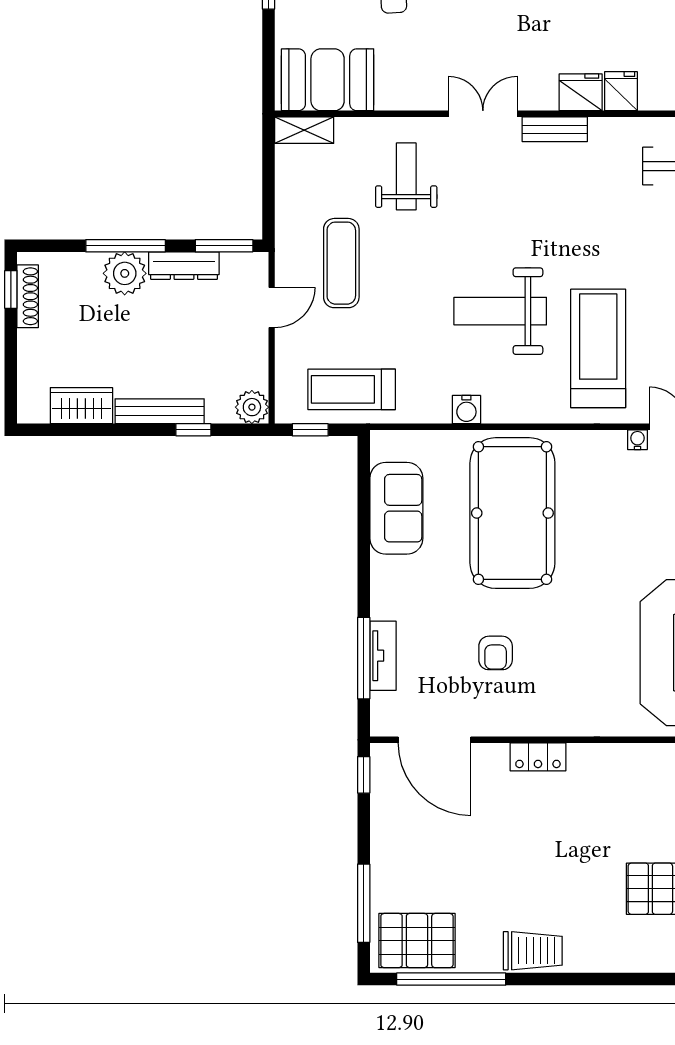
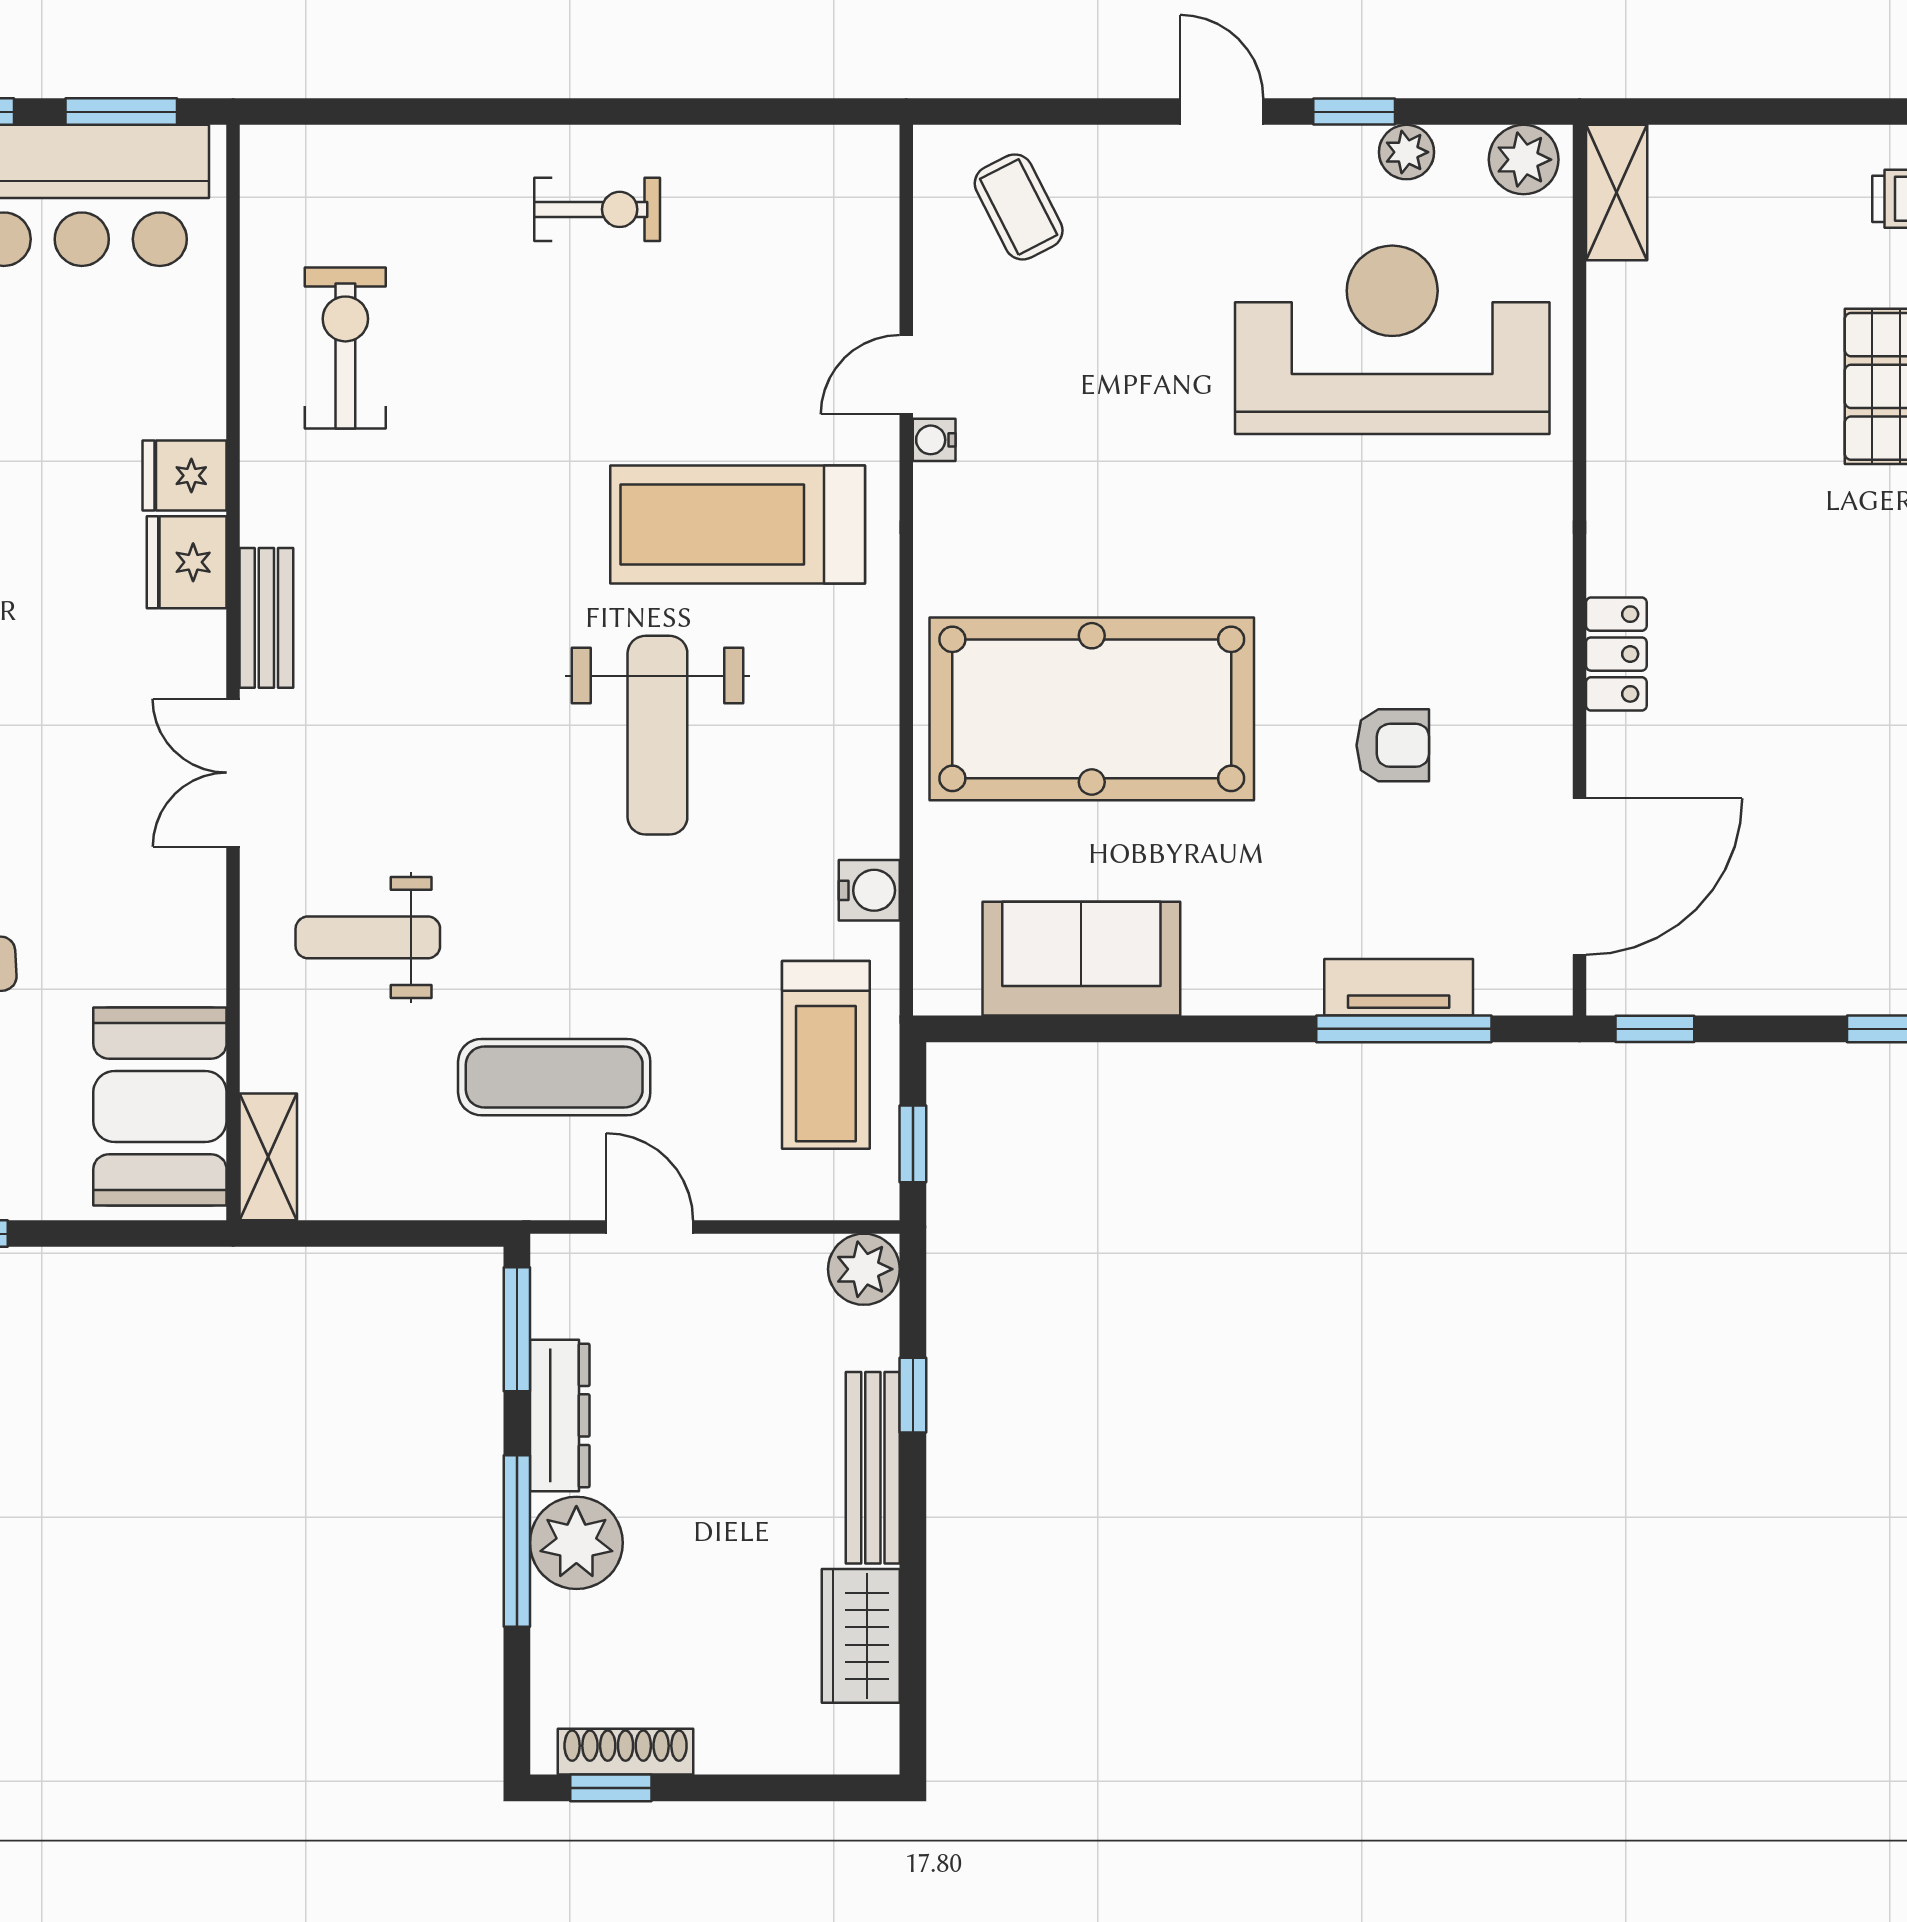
water cooler: (466, 410) -> (869, 890), moved

